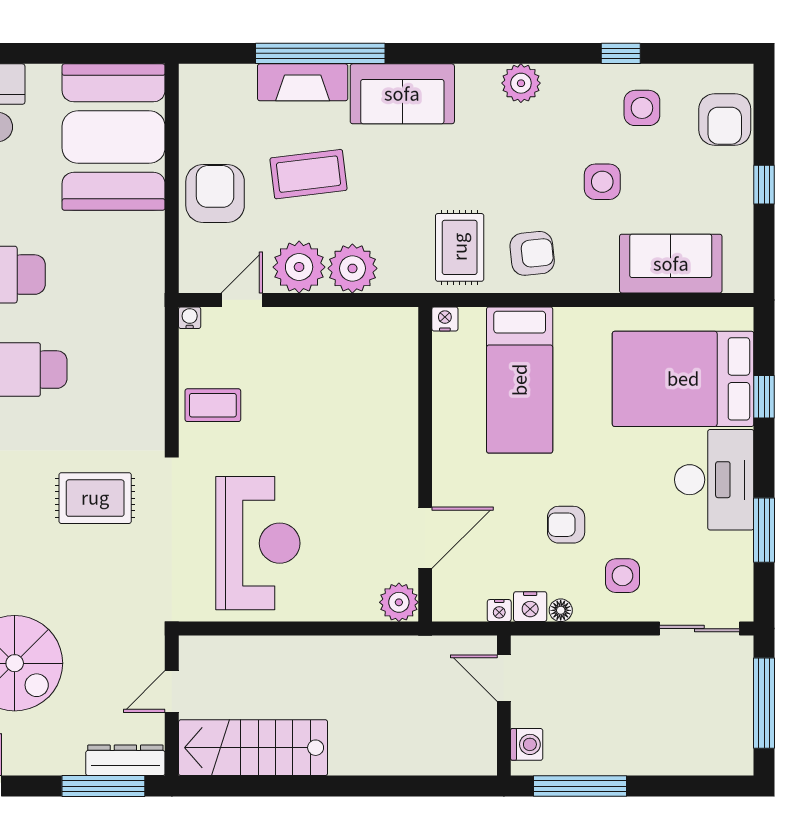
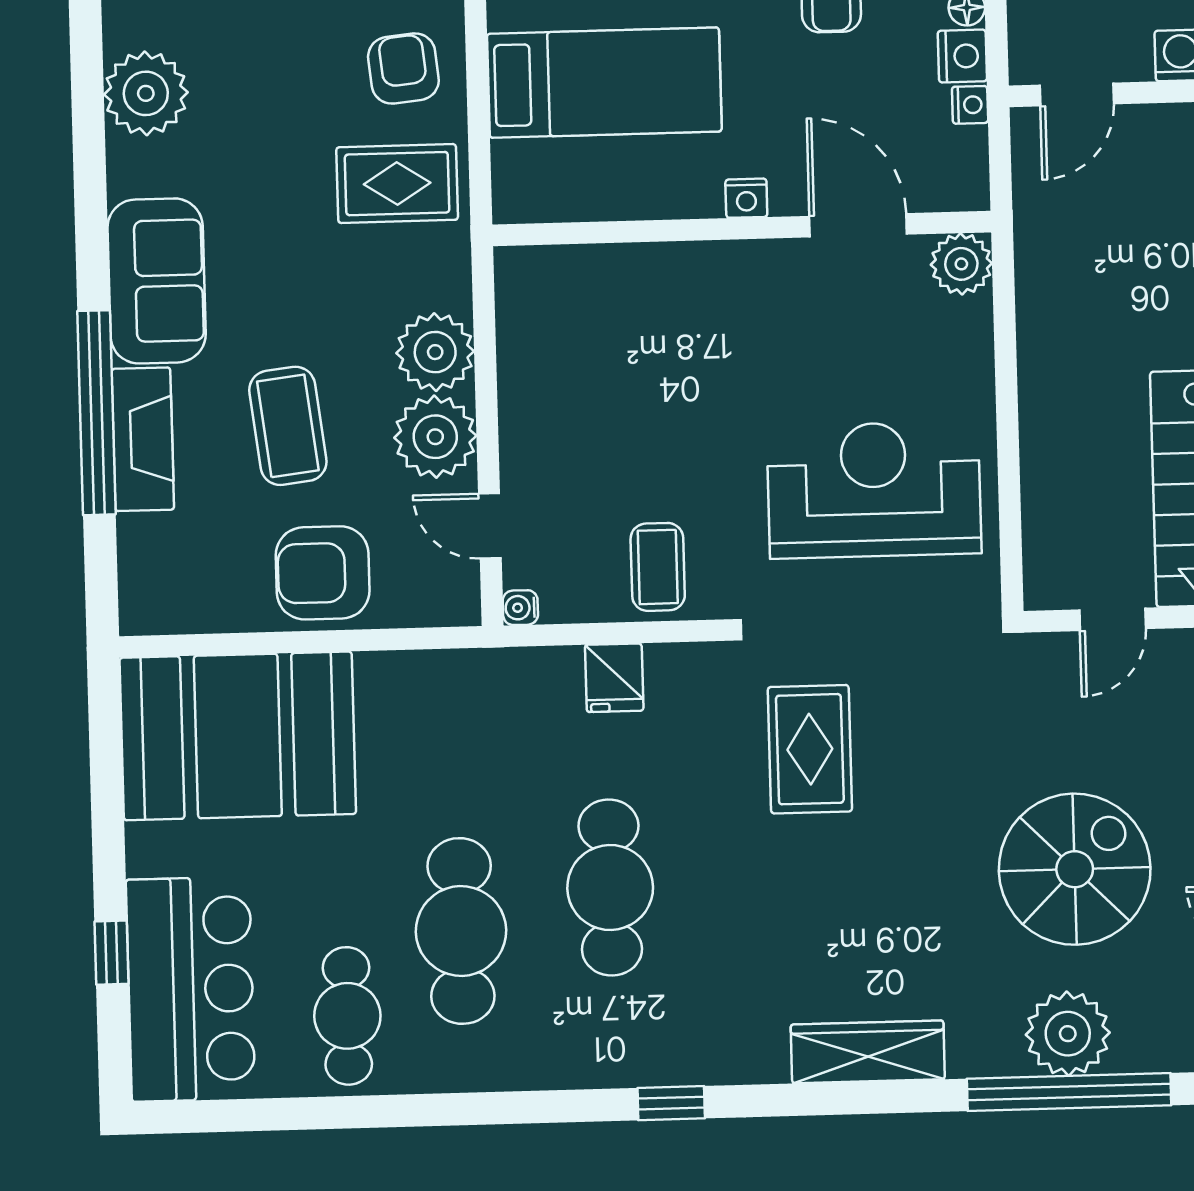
plant: (521, 83) -> (146, 93), width x1.36, depth x1.36
nightstand: (445, 319) -> (746, 198), moved, turned -90
fridge: (144, 376) -> (614, 678), added
door: (172, 692) -> (1113, 619), hinge flipped

